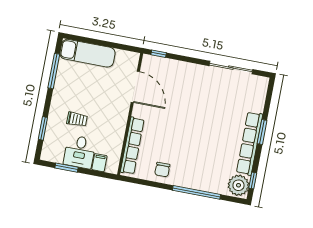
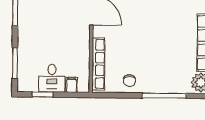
trolley: (77, 119) -> (44, 49), removed
window: (43, 128) -> (15, 63), width x1.44

